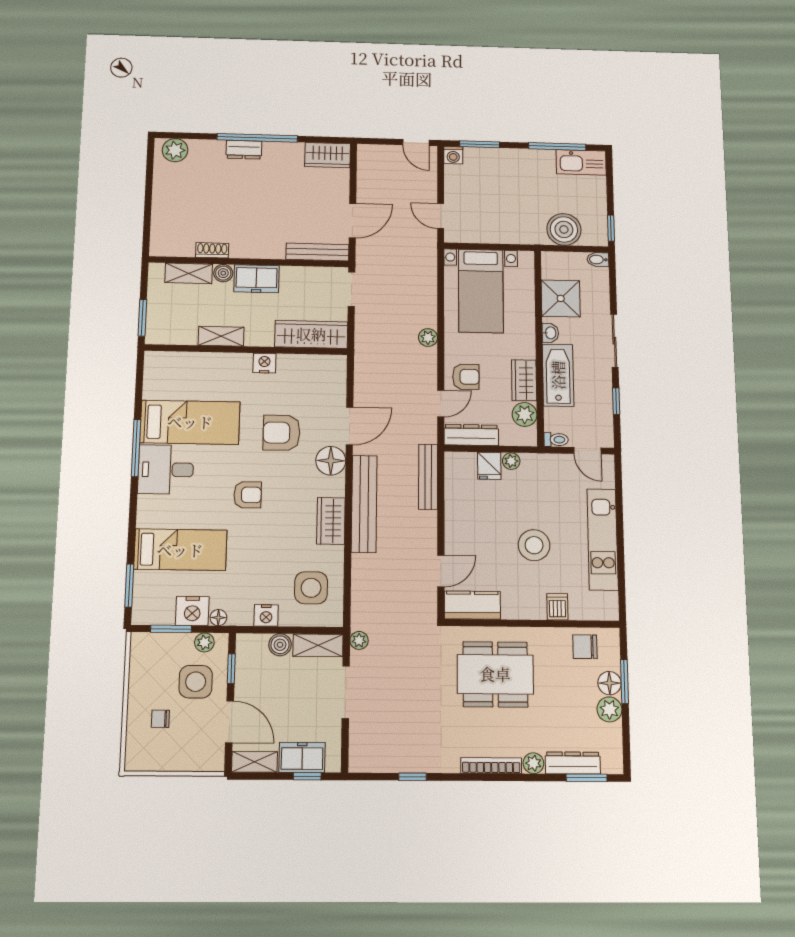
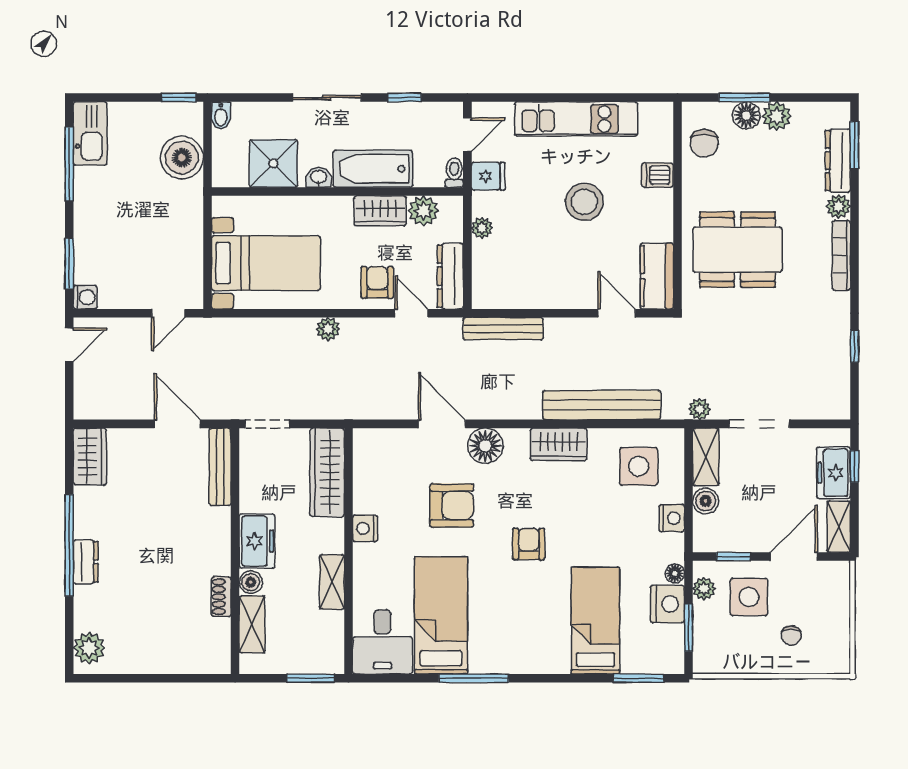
armchair: (282, 433) -> (452, 506), turned -90
fridge: (489, 466) -> (488, 176), moved
desk: (166, 470) -> (382, 642), moved
bench: (364, 504) -> (602, 405), moved
dining table: (495, 674) -> (737, 250), turned 90

